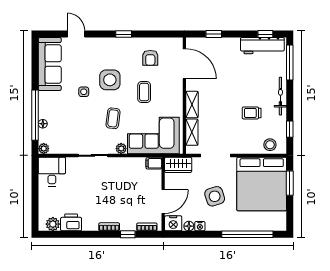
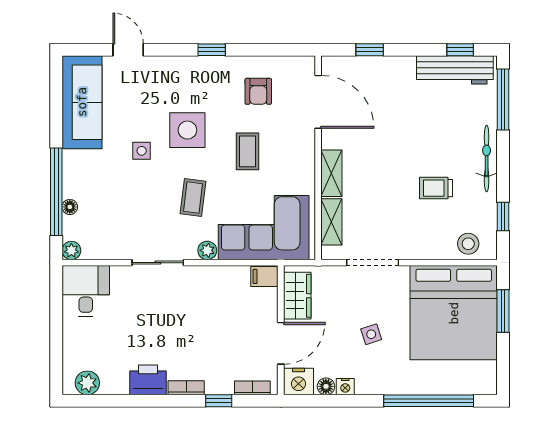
wardrobe: (178, 165) -> (297, 296), moved, turned -90
side table: (215, 196) -> (371, 334), width x0.54, depth x0.54
printer: (71, 222) -> (148, 380), moved

